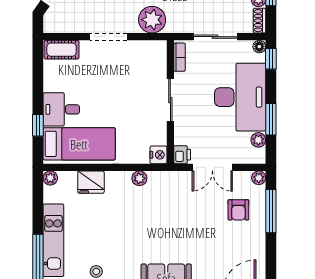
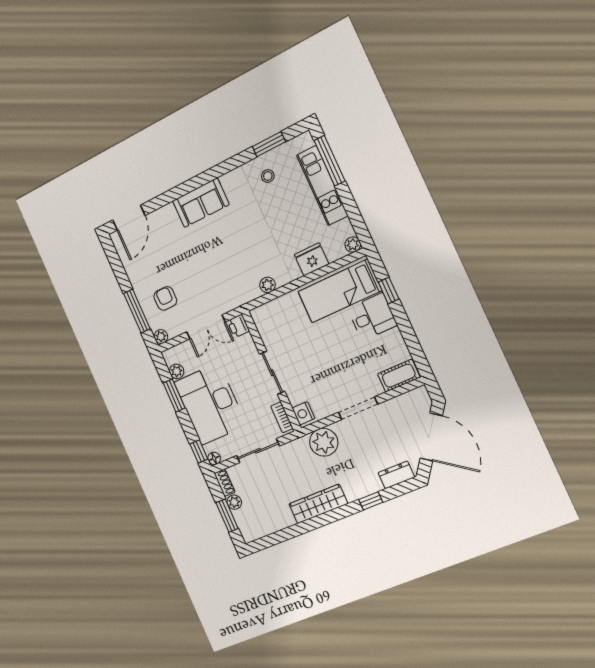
nightstand: (158, 155) -> (303, 413), moved
double door: (212, 167) -> (206, 327), swing flipped

